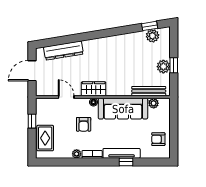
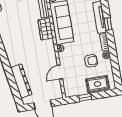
wardrobe: (94, 89) -> (45, 29), moved
armchair: (84, 124) -> (91, 61), moved
window: (126, 162) -> (108, 24), moved

